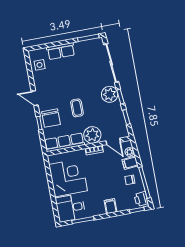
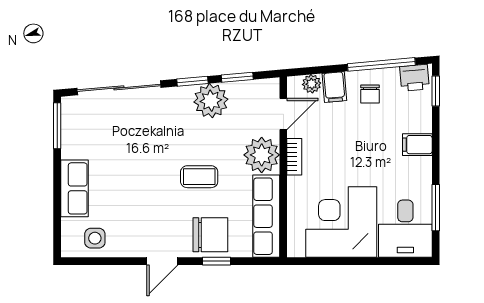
plant: (110, 94) -> (211, 101), moved

